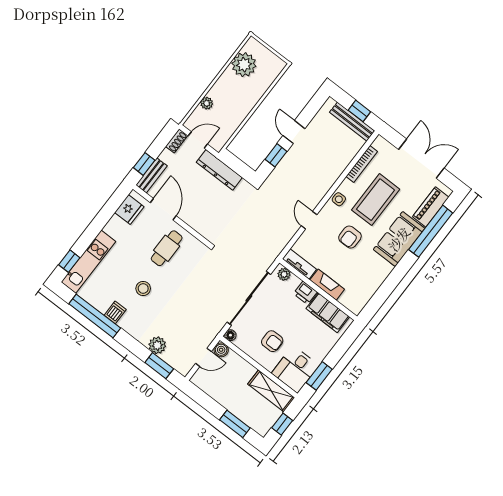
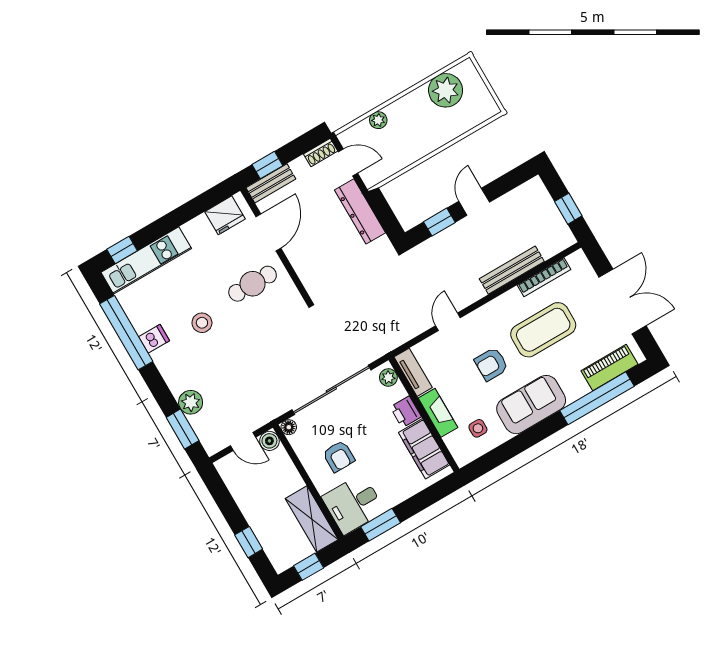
bench: (352, 122) -> (512, 270), moved, turned 90
side table: (339, 199) -> (478, 428), moved
sofa: (399, 239) -> (531, 405), moved
window: (235, 424) -> (249, 542), width x0.67

